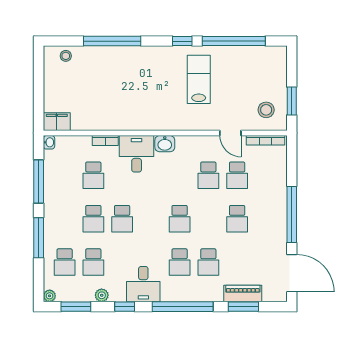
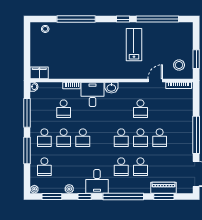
door: (230, 133) -> (155, 80), swing flipped
school desk: (237, 175) -> (140, 138), moved
school desk: (93, 262) -> (44, 138), moved

